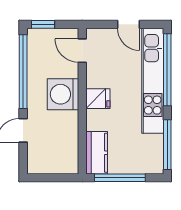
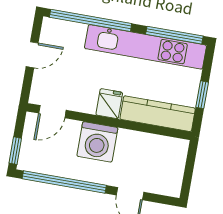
kitchen unit: (153, 81) -> (145, 47), moved
kitchen counter: (97, 153) -> (158, 114), width x1.50
window: (120, 178) -> (202, 95), width x0.46

